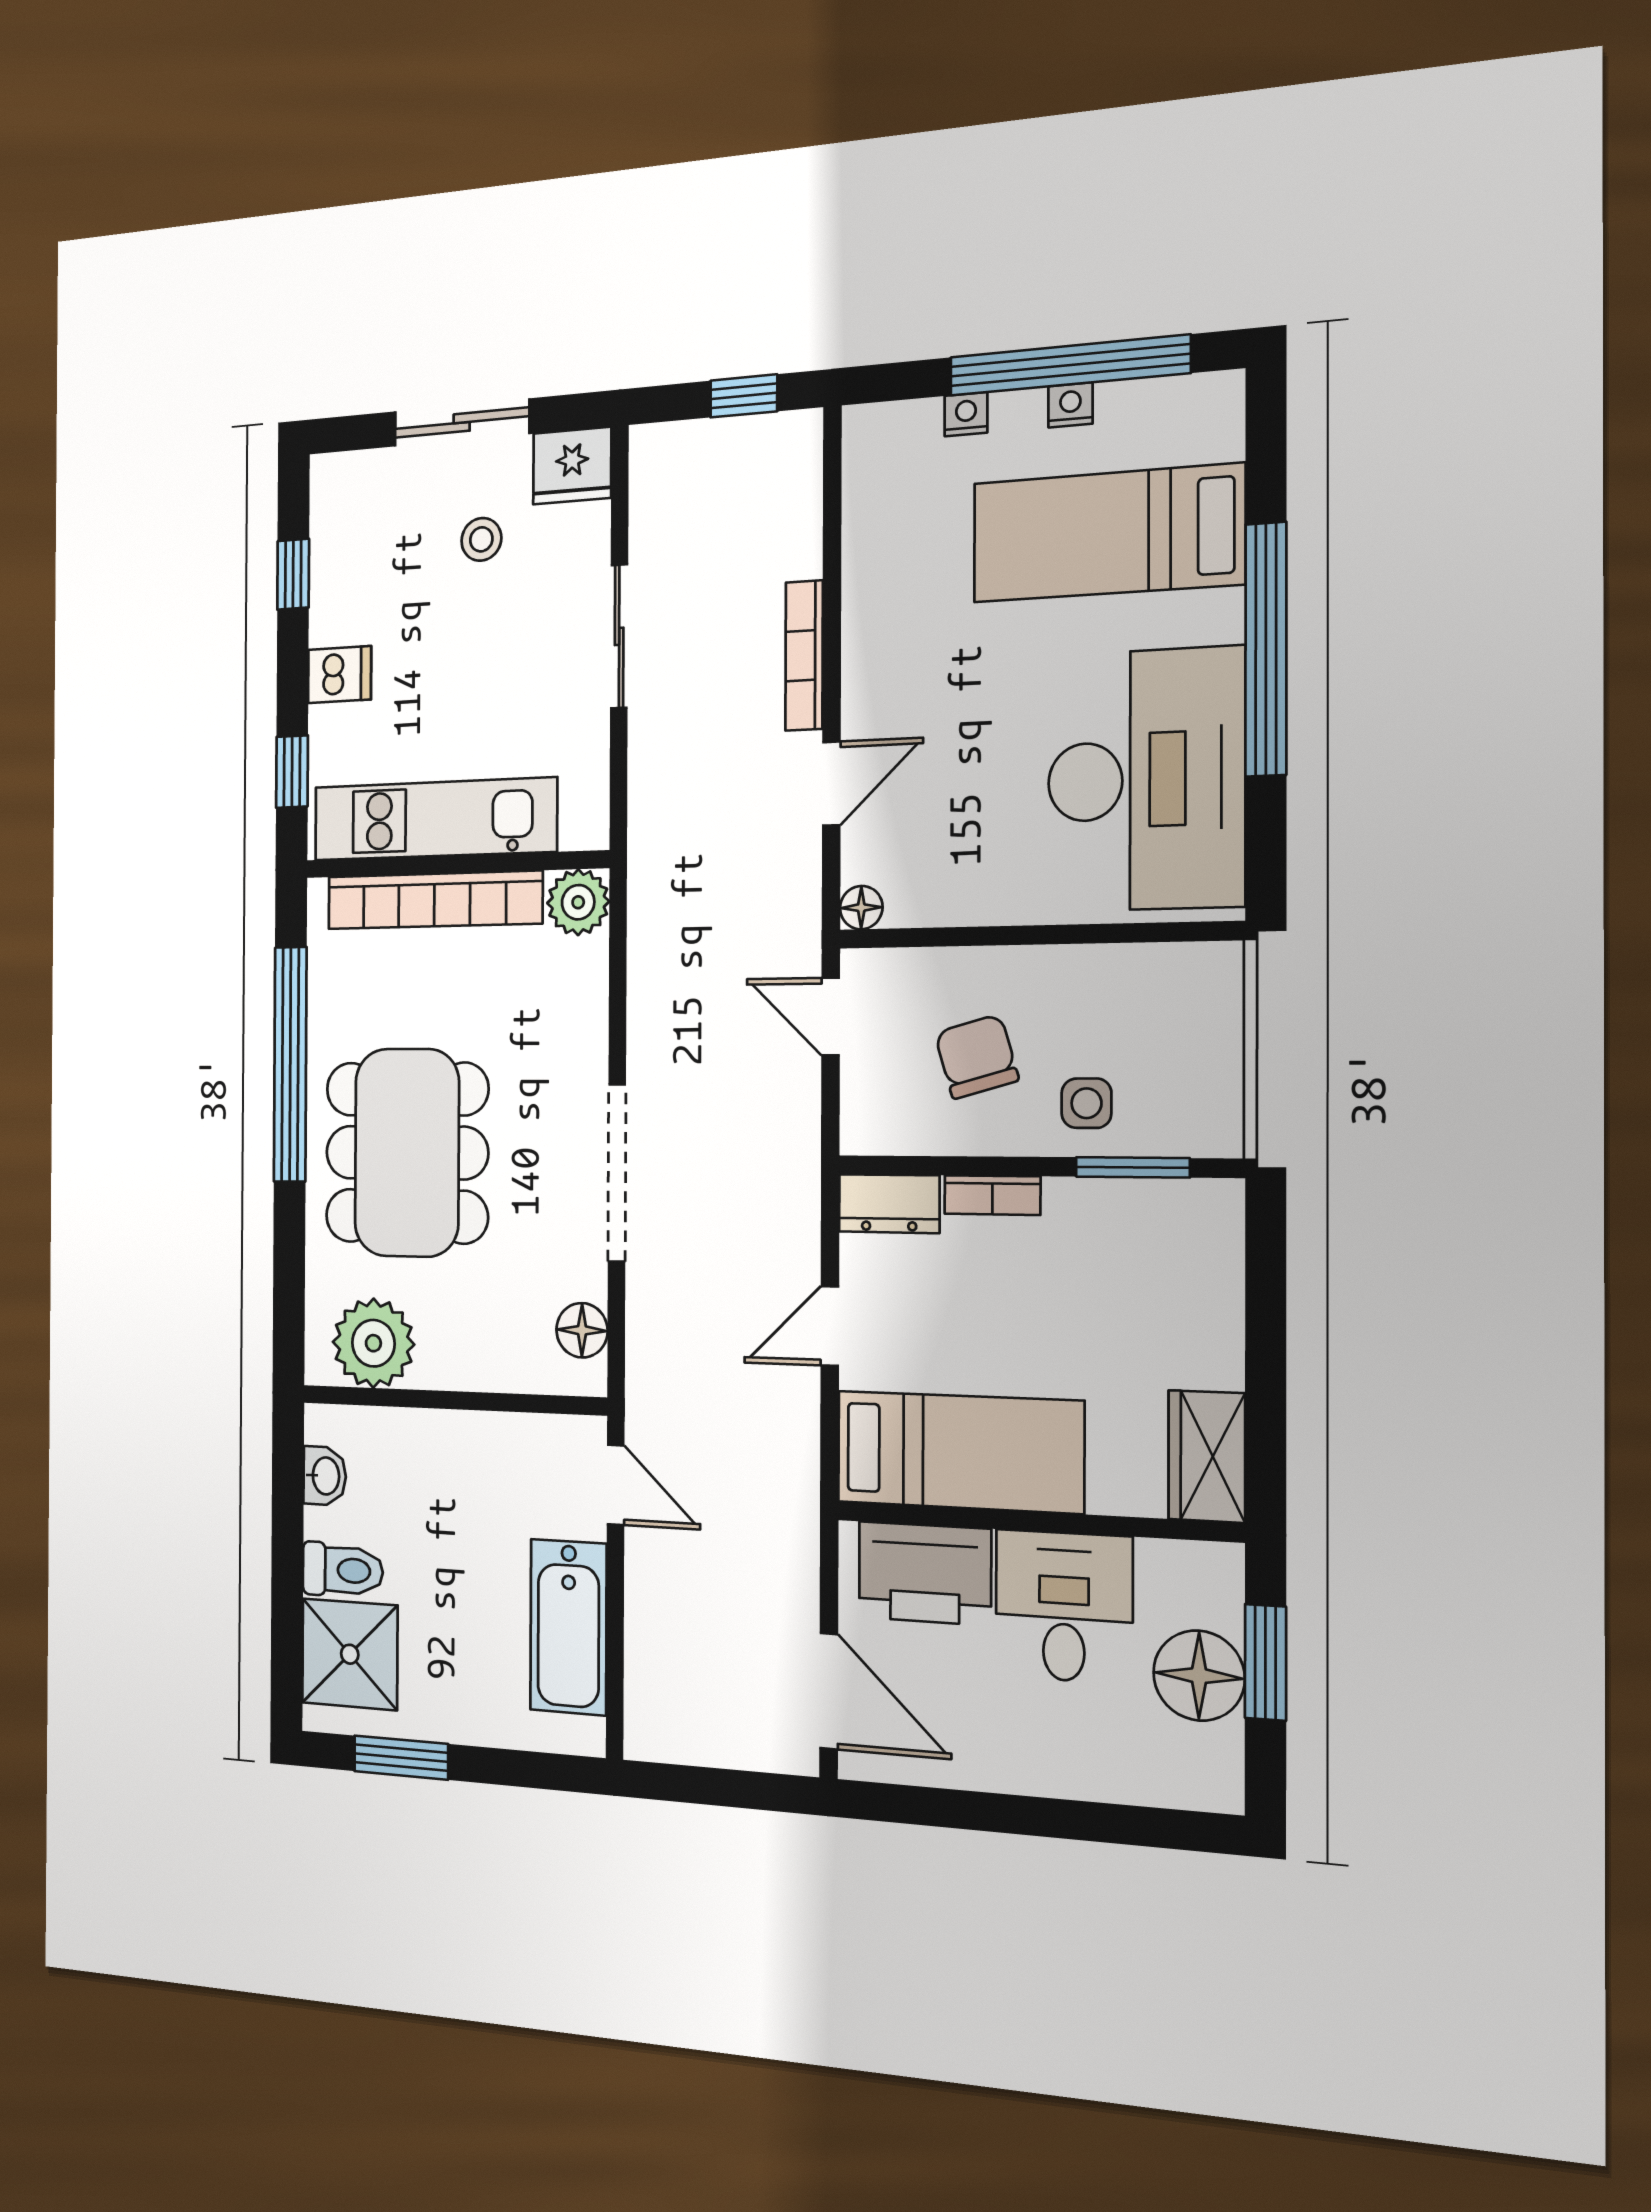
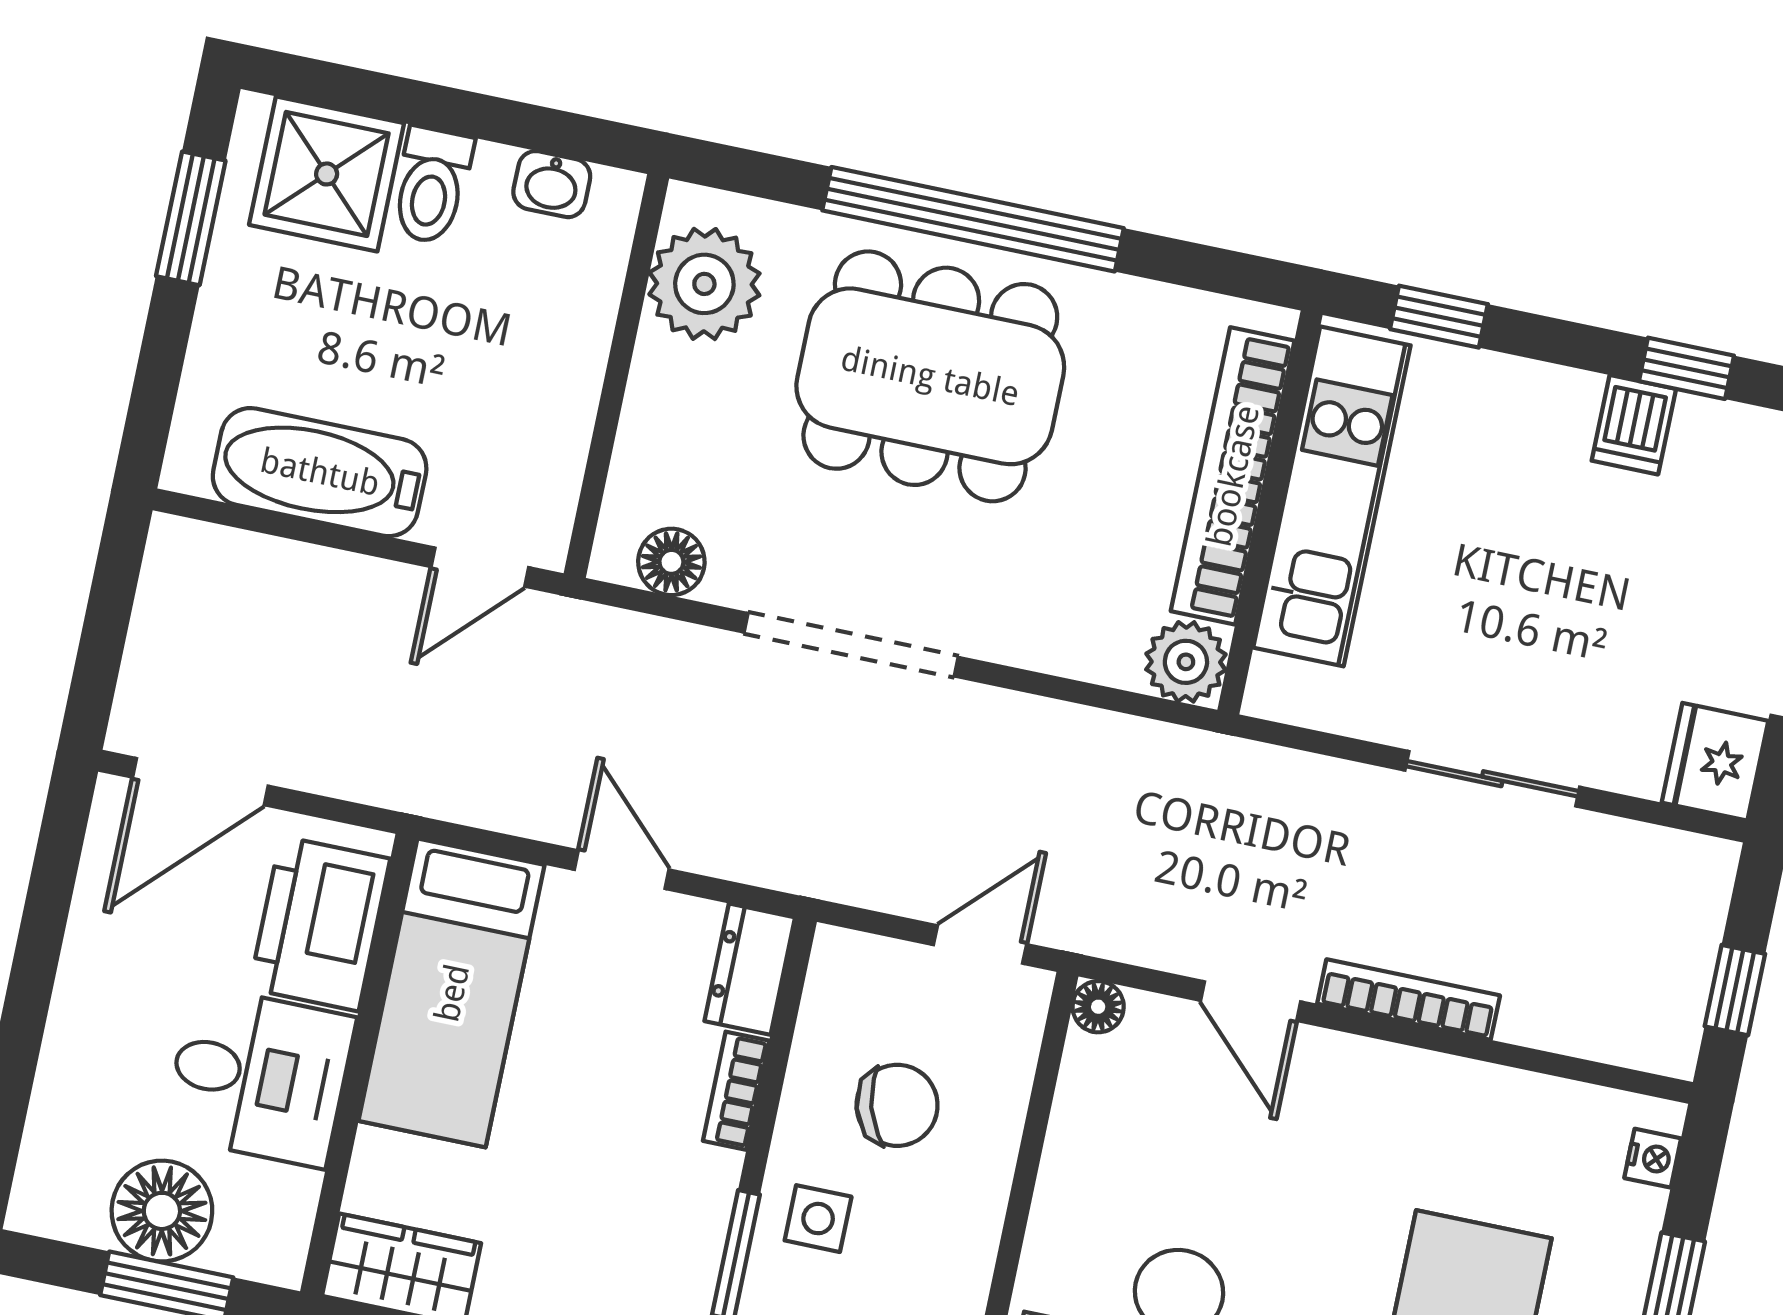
nightstand: (966, 414) -> (1653, 1158), moved
stool: (481, 539) -> (1659, 627), removed
dishwasher: (340, 675) -> (1634, 425), moved
window: (290, 1064) -> (973, 219), moved

